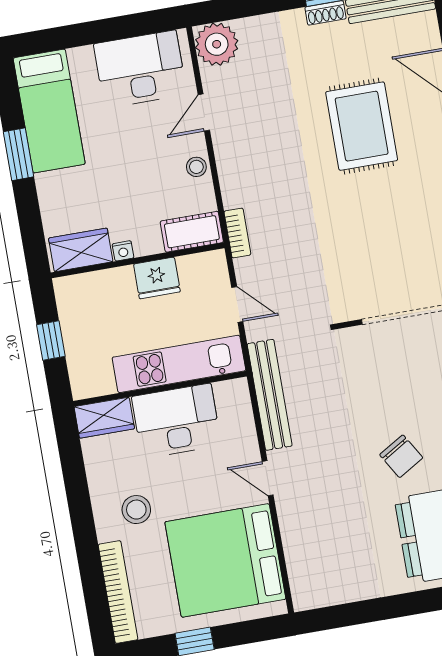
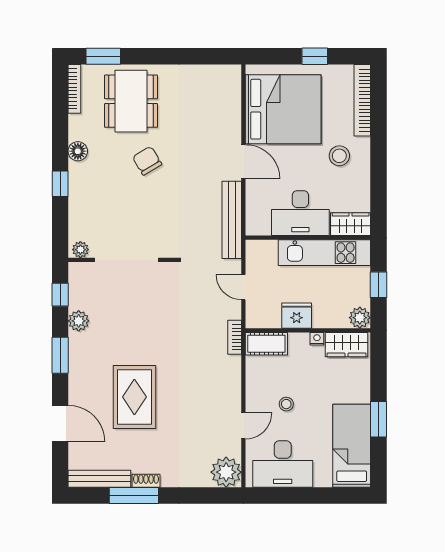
stool: (196, 167) -> (286, 404), moved
plant: (69, 290) -> (360, 318), added
kitchen unit: (179, 364) -> (324, 253), moved
door: (268, 478) -> (243, 162), width x1.37

